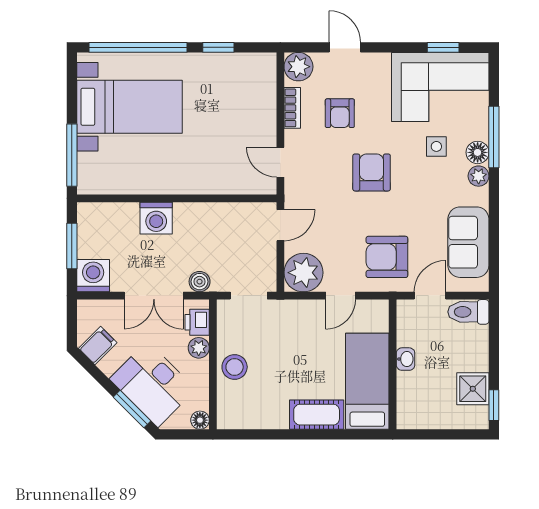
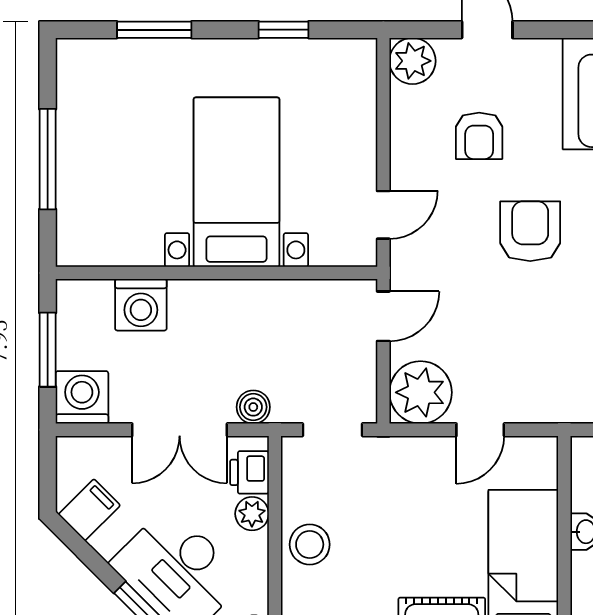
window: (138, 47) -> (154, 30), width x0.47
bed with nightstands: (129, 107) -> (236, 182), moved, turned -90
bookcase: (292, 108) -> (403, 127), removed
window: (72, 155) -> (48, 159), moved
door: (280, 162) -> (383, 215), swing flipped
washing machine: (156, 218) -> (141, 305), moved
armchair: (387, 257) -> (555, 367), removed

